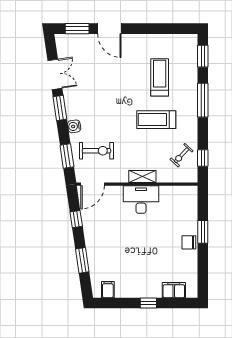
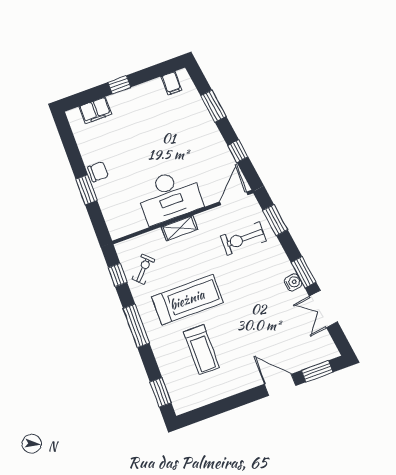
window: (203, 100) -> (136, 326), moved
treadmill: (156, 120) -> (187, 300), width x1.37, depth x1.38
water cooler: (74, 126) -> (293, 282), moved
desk: (141, 200) -> (170, 196), width x1.36, depth x1.30

